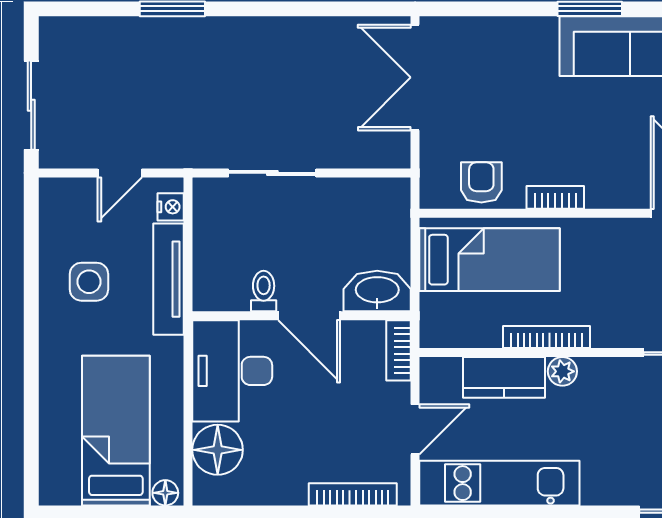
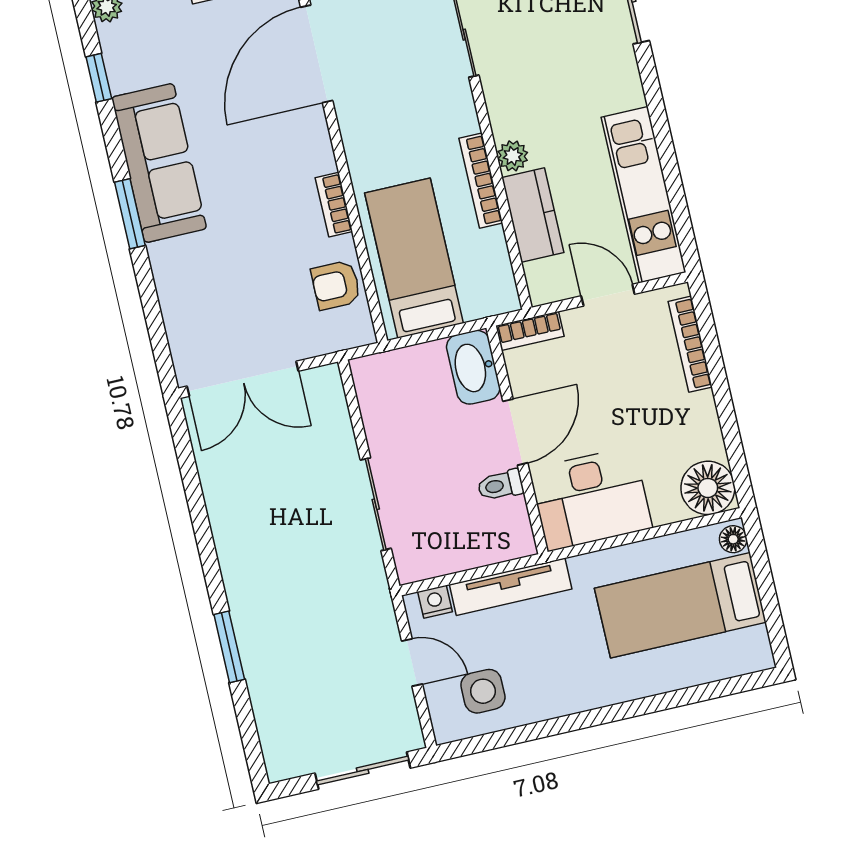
side table: (89, 282) -> (483, 691), moved
floor lamp: (218, 450) -> (708, 488), moved

